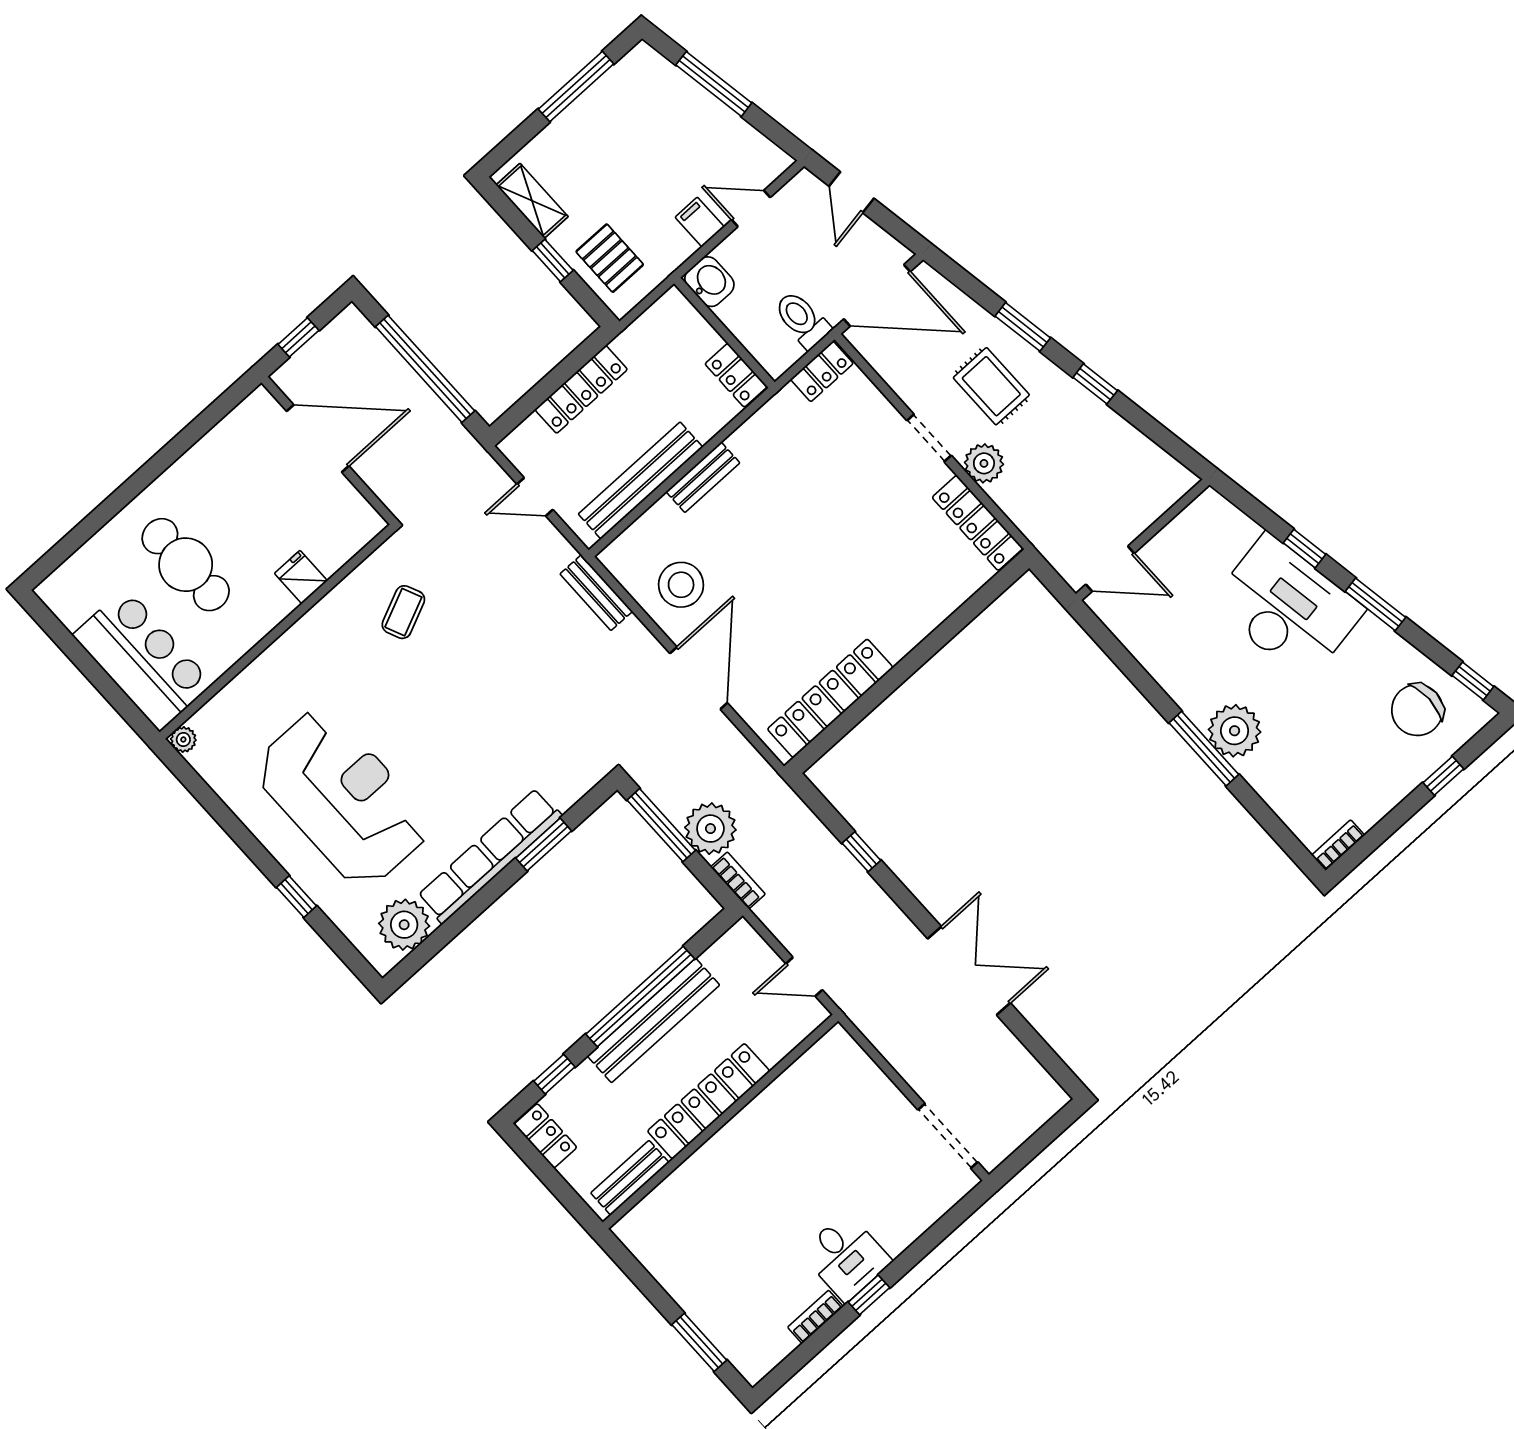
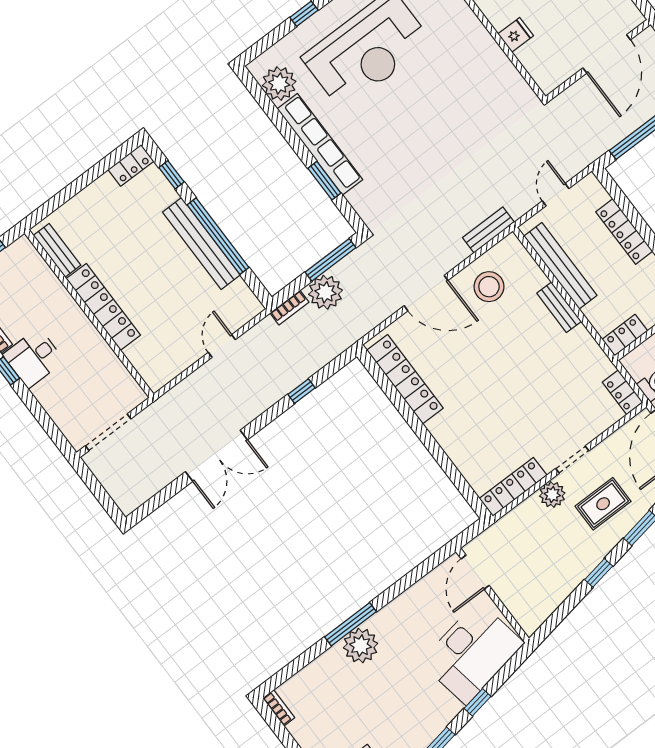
desk: (1287, 607) -> (472, 653), moved
coffee table: (403, 612) -> (487, 101), removed
locker: (709, 1101) -> (103, 307), moved
wall: (720, 1122) -> (89, 314), moved
bench: (630, 1178) -> (57, 250), moved

